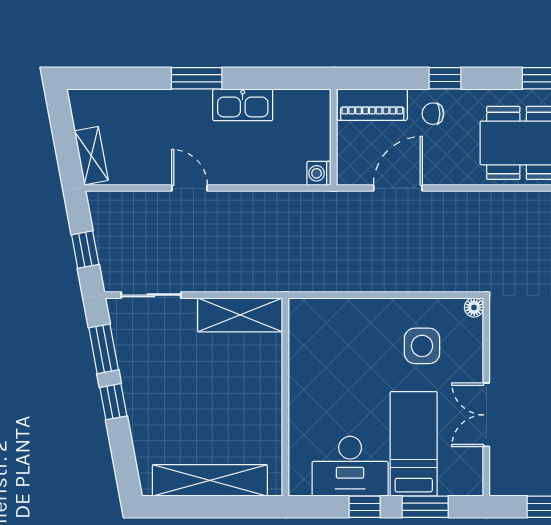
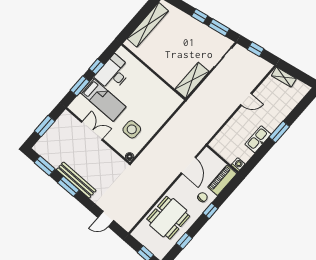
washing machine: (319, 173) -> (238, 164), moved

